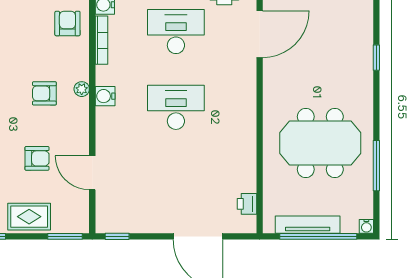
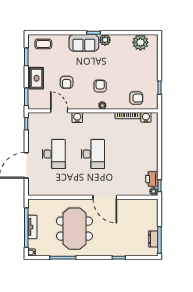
desk: (176, 32) -> (54, 154), moved
door: (260, 34) -> (105, 197), moved
water cooler: (105, 96) -> (77, 118), moved
door: (92, 173) -> (59, 111), hinge flipped
printer: (247, 204) -> (43, 191), removed
tv unit: (308, 225) -> (32, 227), width x0.71

